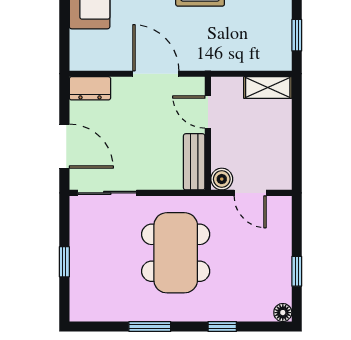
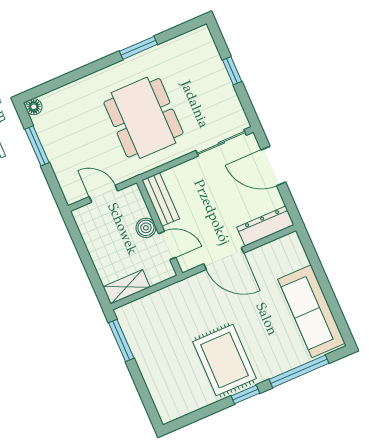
window: (297, 35) -> (121, 340), width x1.50
dresser: (90, 88) -> (265, 226), width x1.44
boiler: (222, 179) -> (146, 228), moved
window: (297, 271) -> (37, 146), width x1.50
window: (222, 327) -> (79, 74), removed

